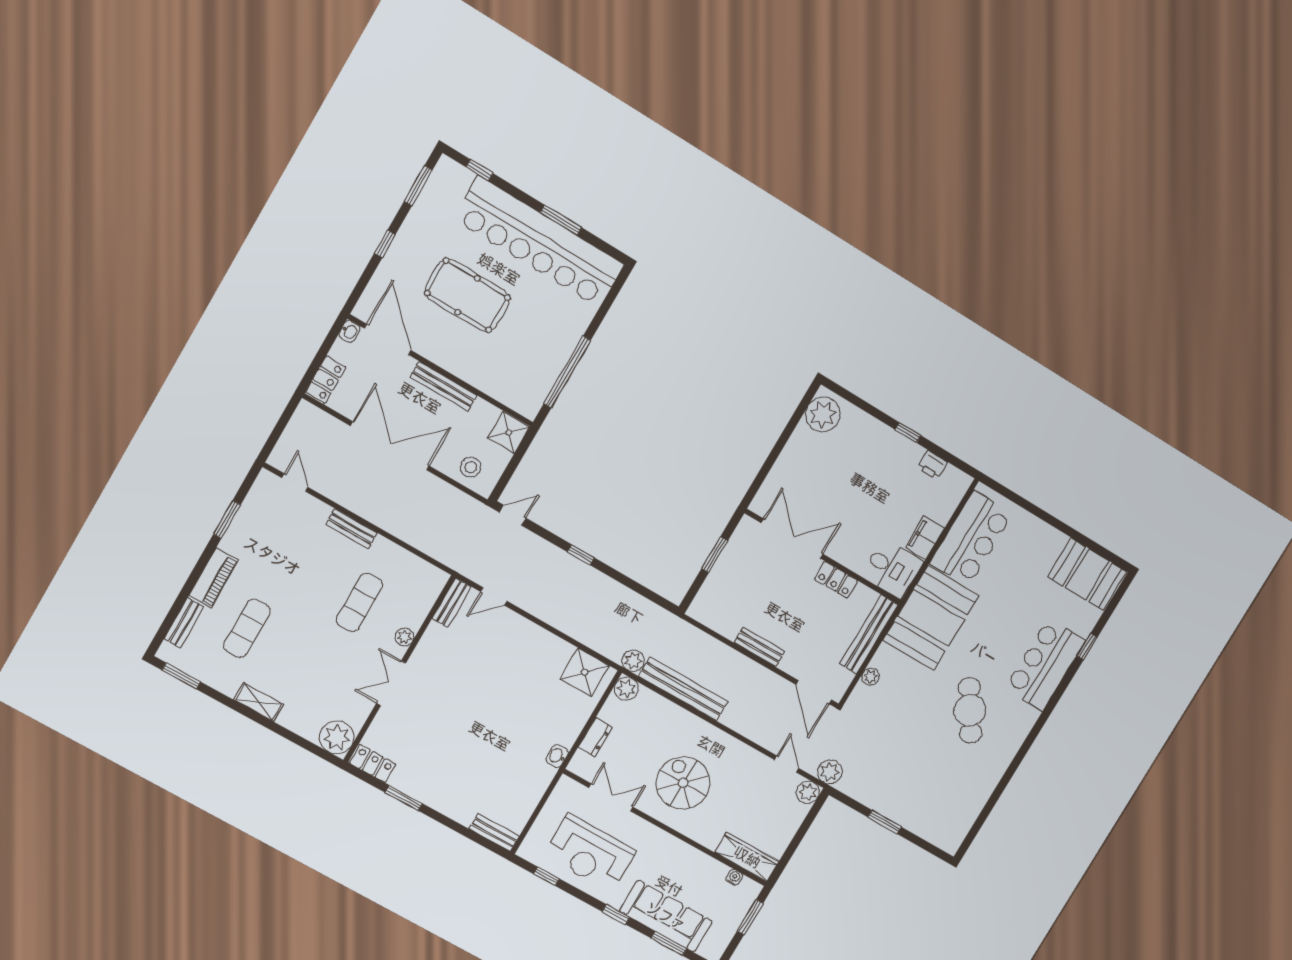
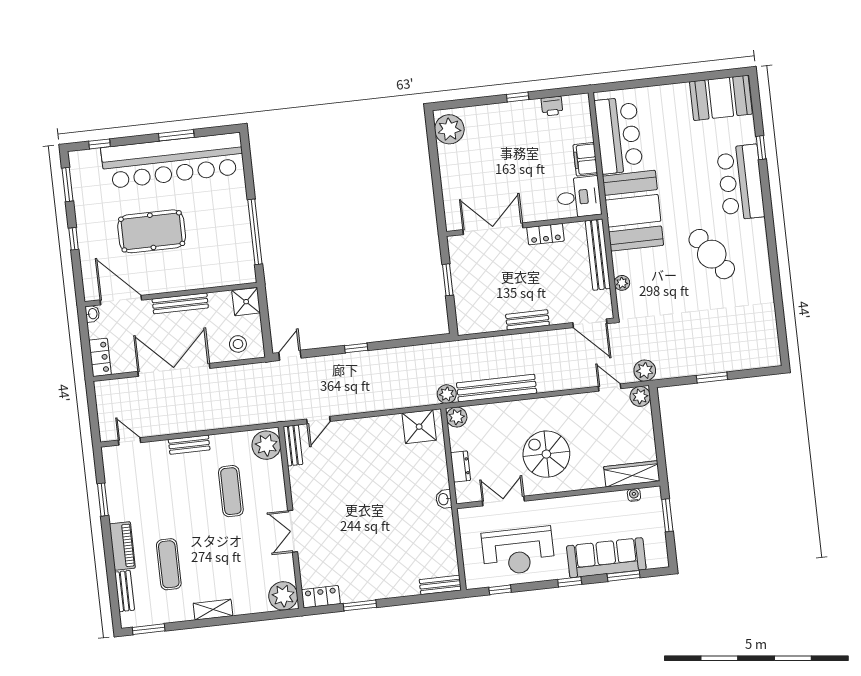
plant: (405, 637) -> (266, 445), moved, width x1.88, depth x1.88

